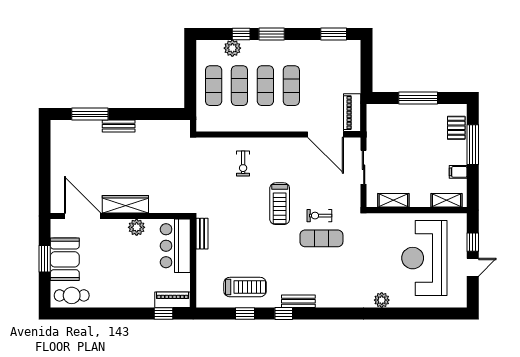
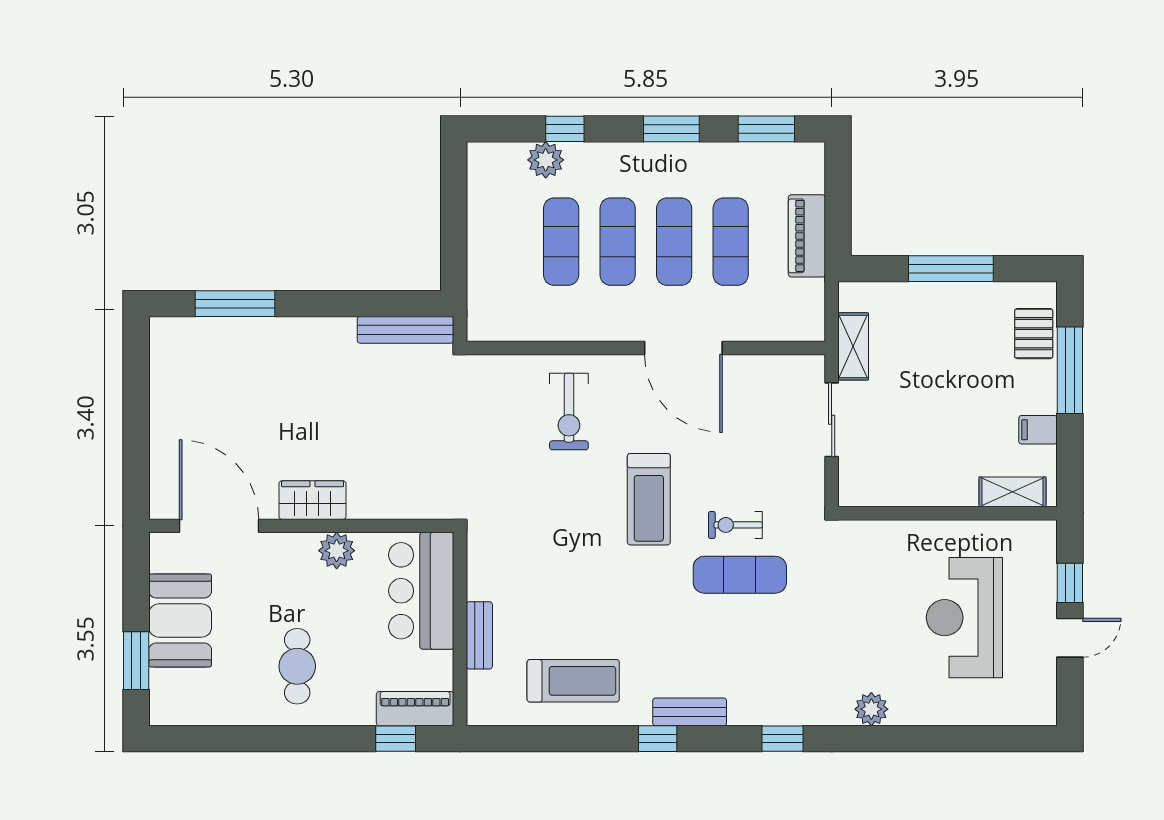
window: (272, 34) -> (671, 129), moved
exercise mat: (214, 86) -> (731, 242), moved
piano: (352, 113) -> (807, 236), moved
bench: (119, 126) -> (406, 330), moved, width x1.36
door: (326, 134) -> (683, 348), moved
exercise bike: (243, 164) -> (569, 411), width x1.38, depth x1.39
shelving: (393, 200) -> (853, 346), moved, turned 90
wardrobe: (125, 204) -> (312, 500), width x0.67
bench: (202, 234) -> (479, 635), moved
reception desk: (424, 258) -> (964, 618), width x0.74, depth x0.77
window: (45, 259) -> (136, 661), moved
cafe table: (72, 295) -> (297, 666), moved, turned 90
window: (245, 314) -> (782, 739), moved

